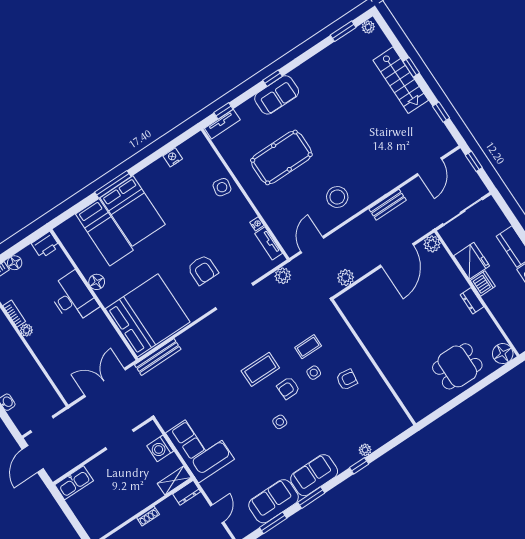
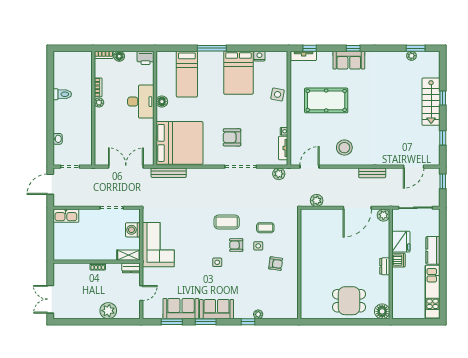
plant: (368, 27) -> (411, 56), moved
bed: (133, 211) -> (238, 73), moved
armchair: (203, 270) -> (232, 137), turned 90

